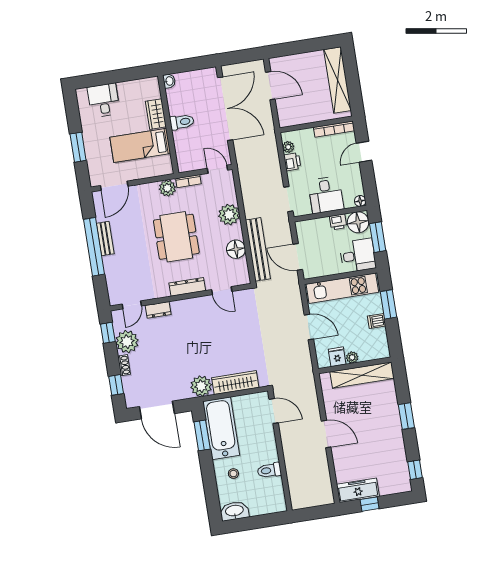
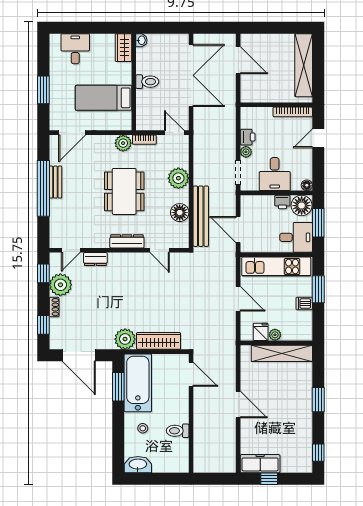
wardrobe: (156, 114) -> (123, 48), moved
plant: (288, 147) -> (246, 152), moved

